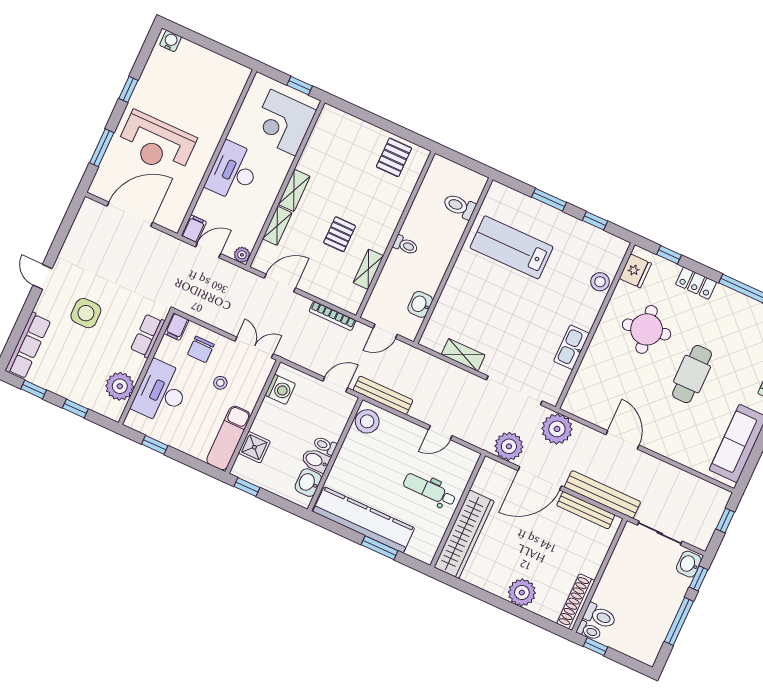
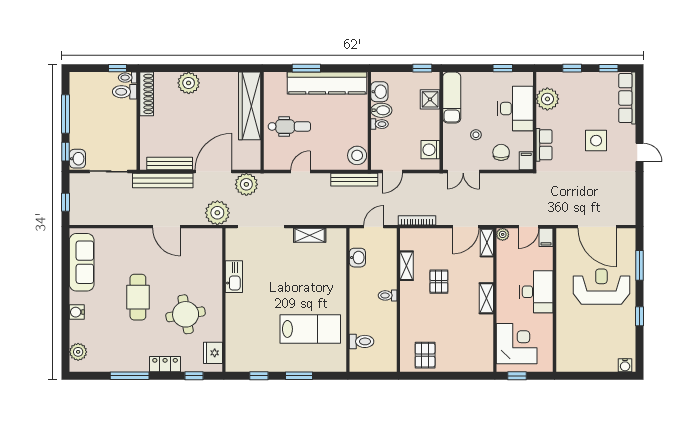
door: (130, 214) -> (597, 227), hinge flipped
shelving: (277, 226) -> (487, 243), moved
stool: (600, 282) -> (235, 333), removed

